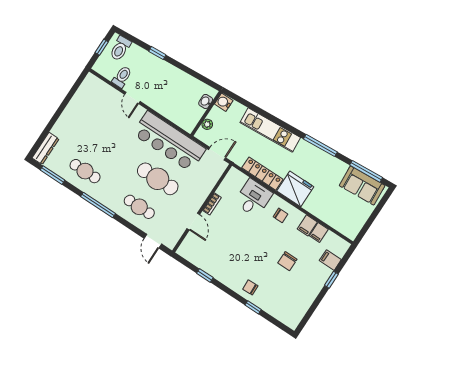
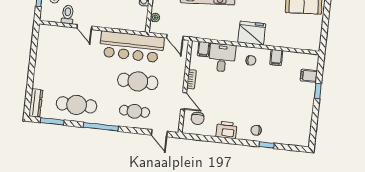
door: (217, 154) -> (175, 37), swing flipped
cafe table: (85, 171) -> (77, 105), width x1.37, depth x1.35
locker: (262, 174) -> (219, 34), removed
filing cabinet: (319, 233) -> (204, 49), moved
chair: (287, 261) -> (198, 118), moved
printer: (221, 272) -> (226, 130), added
window: (205, 275) -> (215, 139), removed

